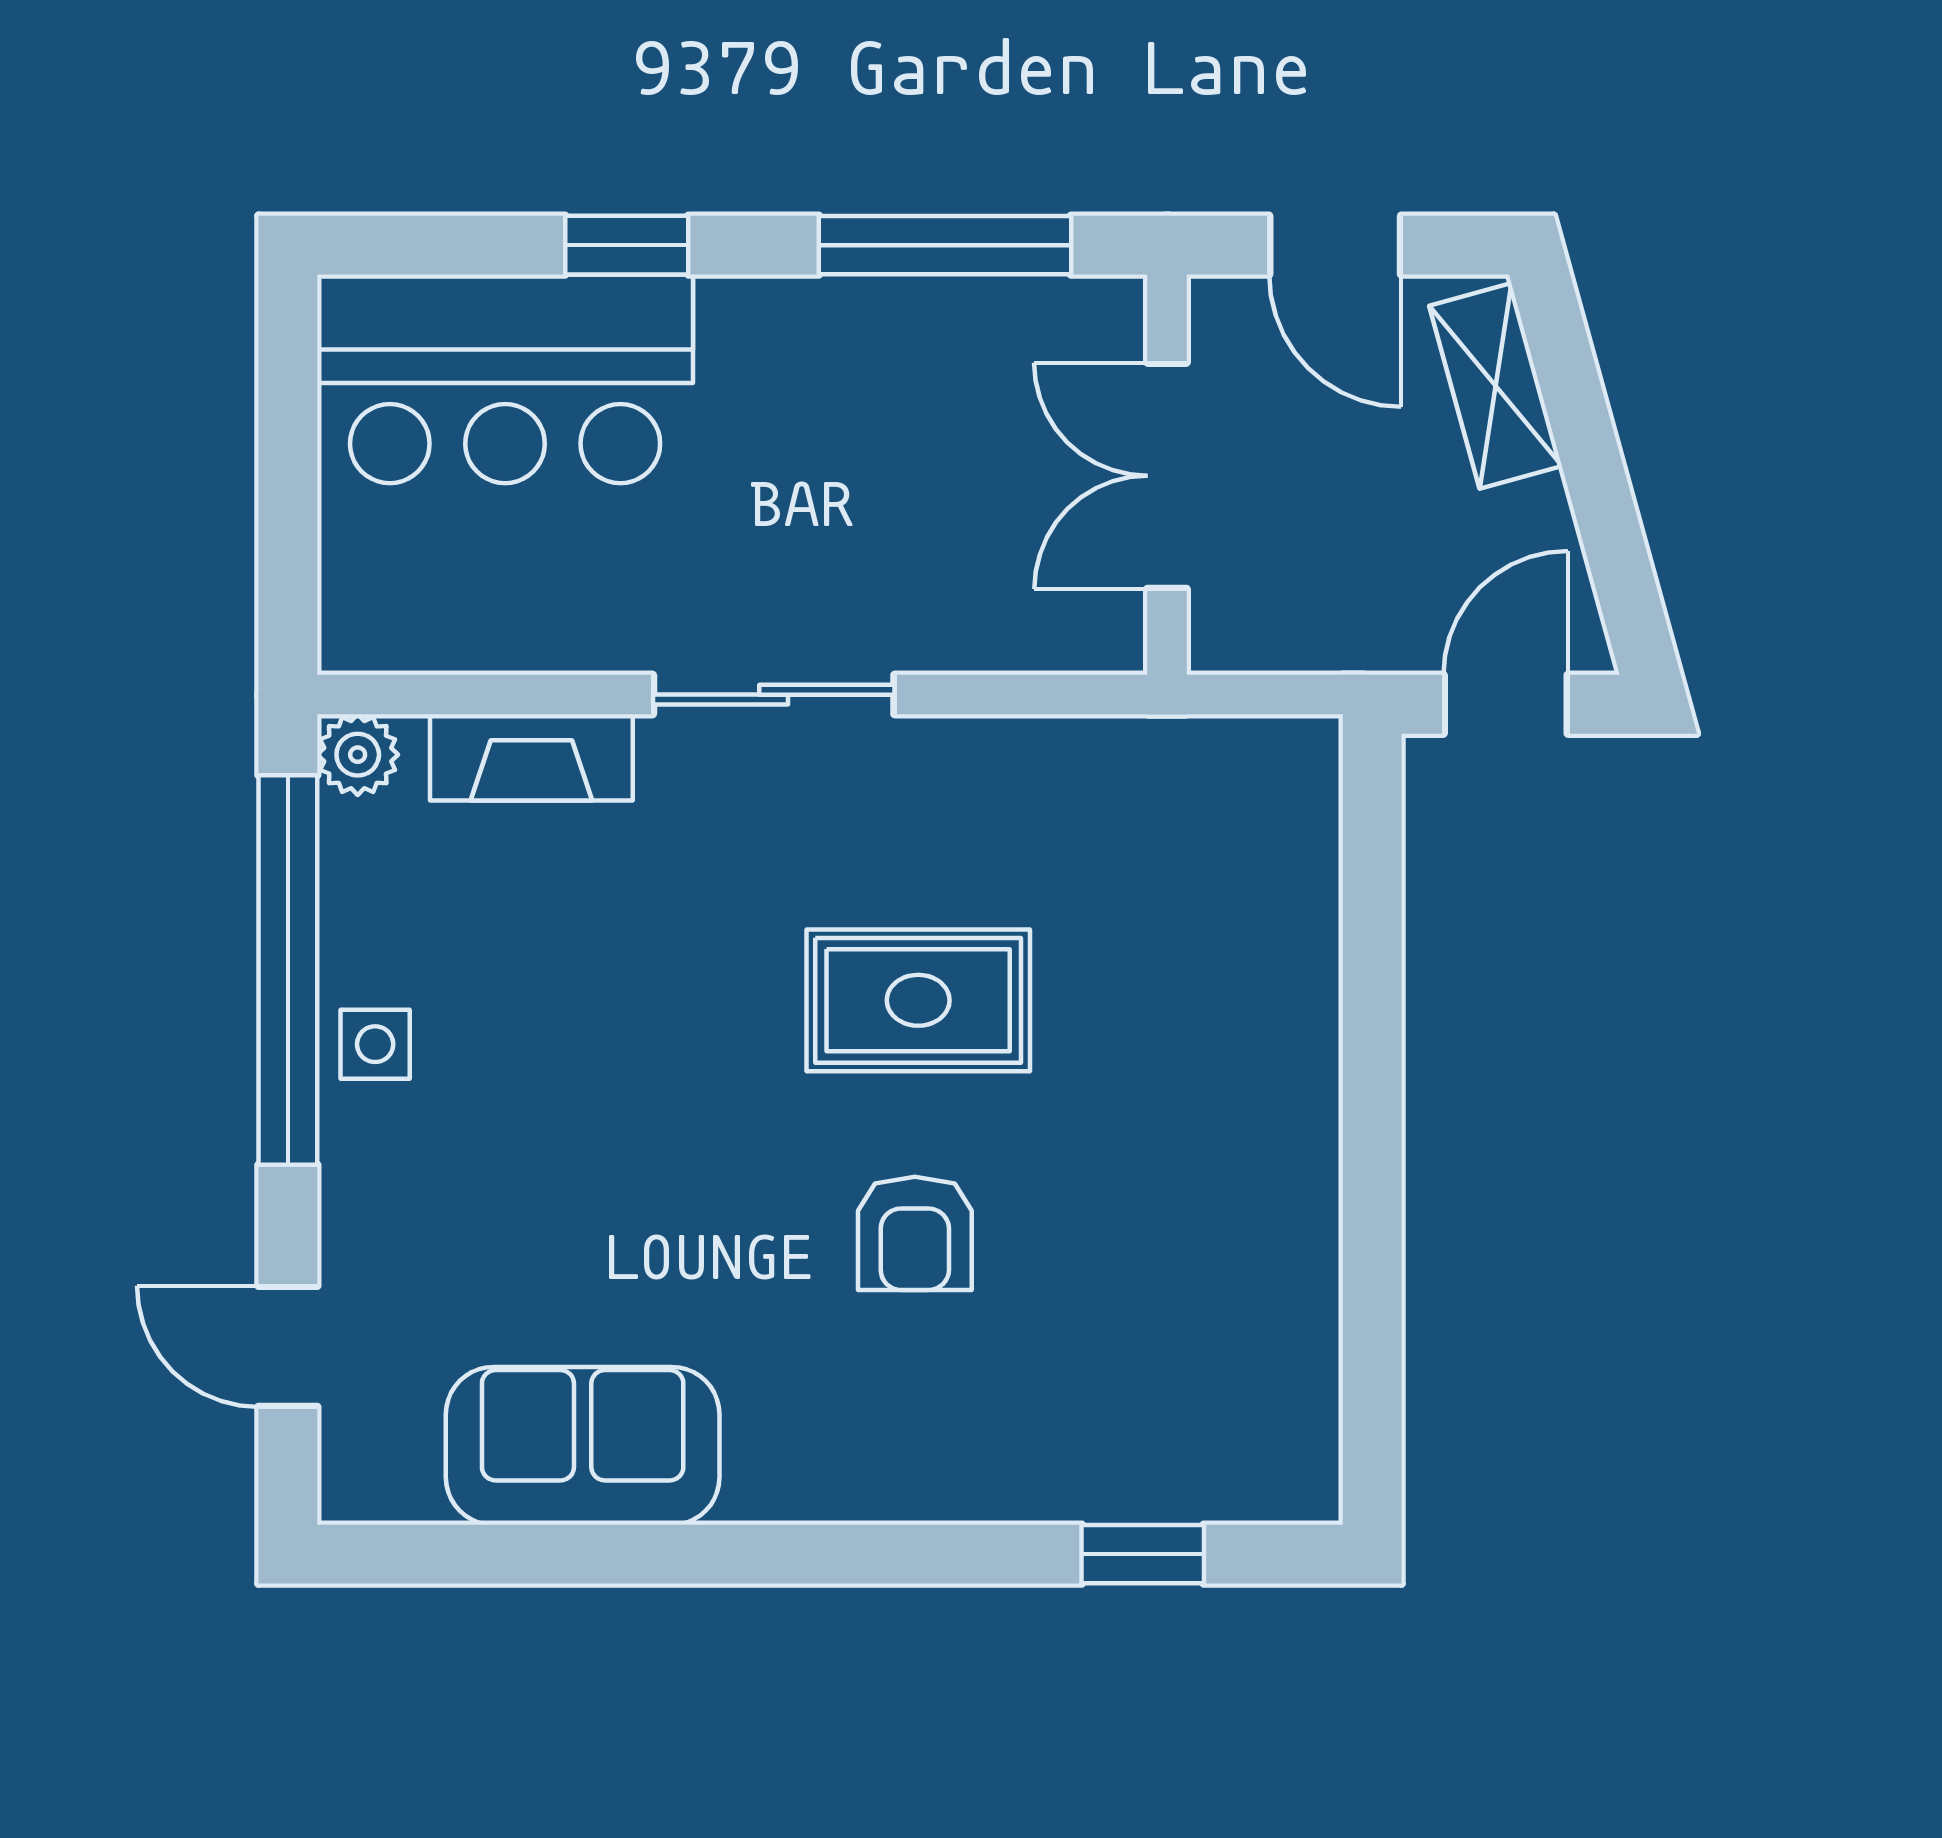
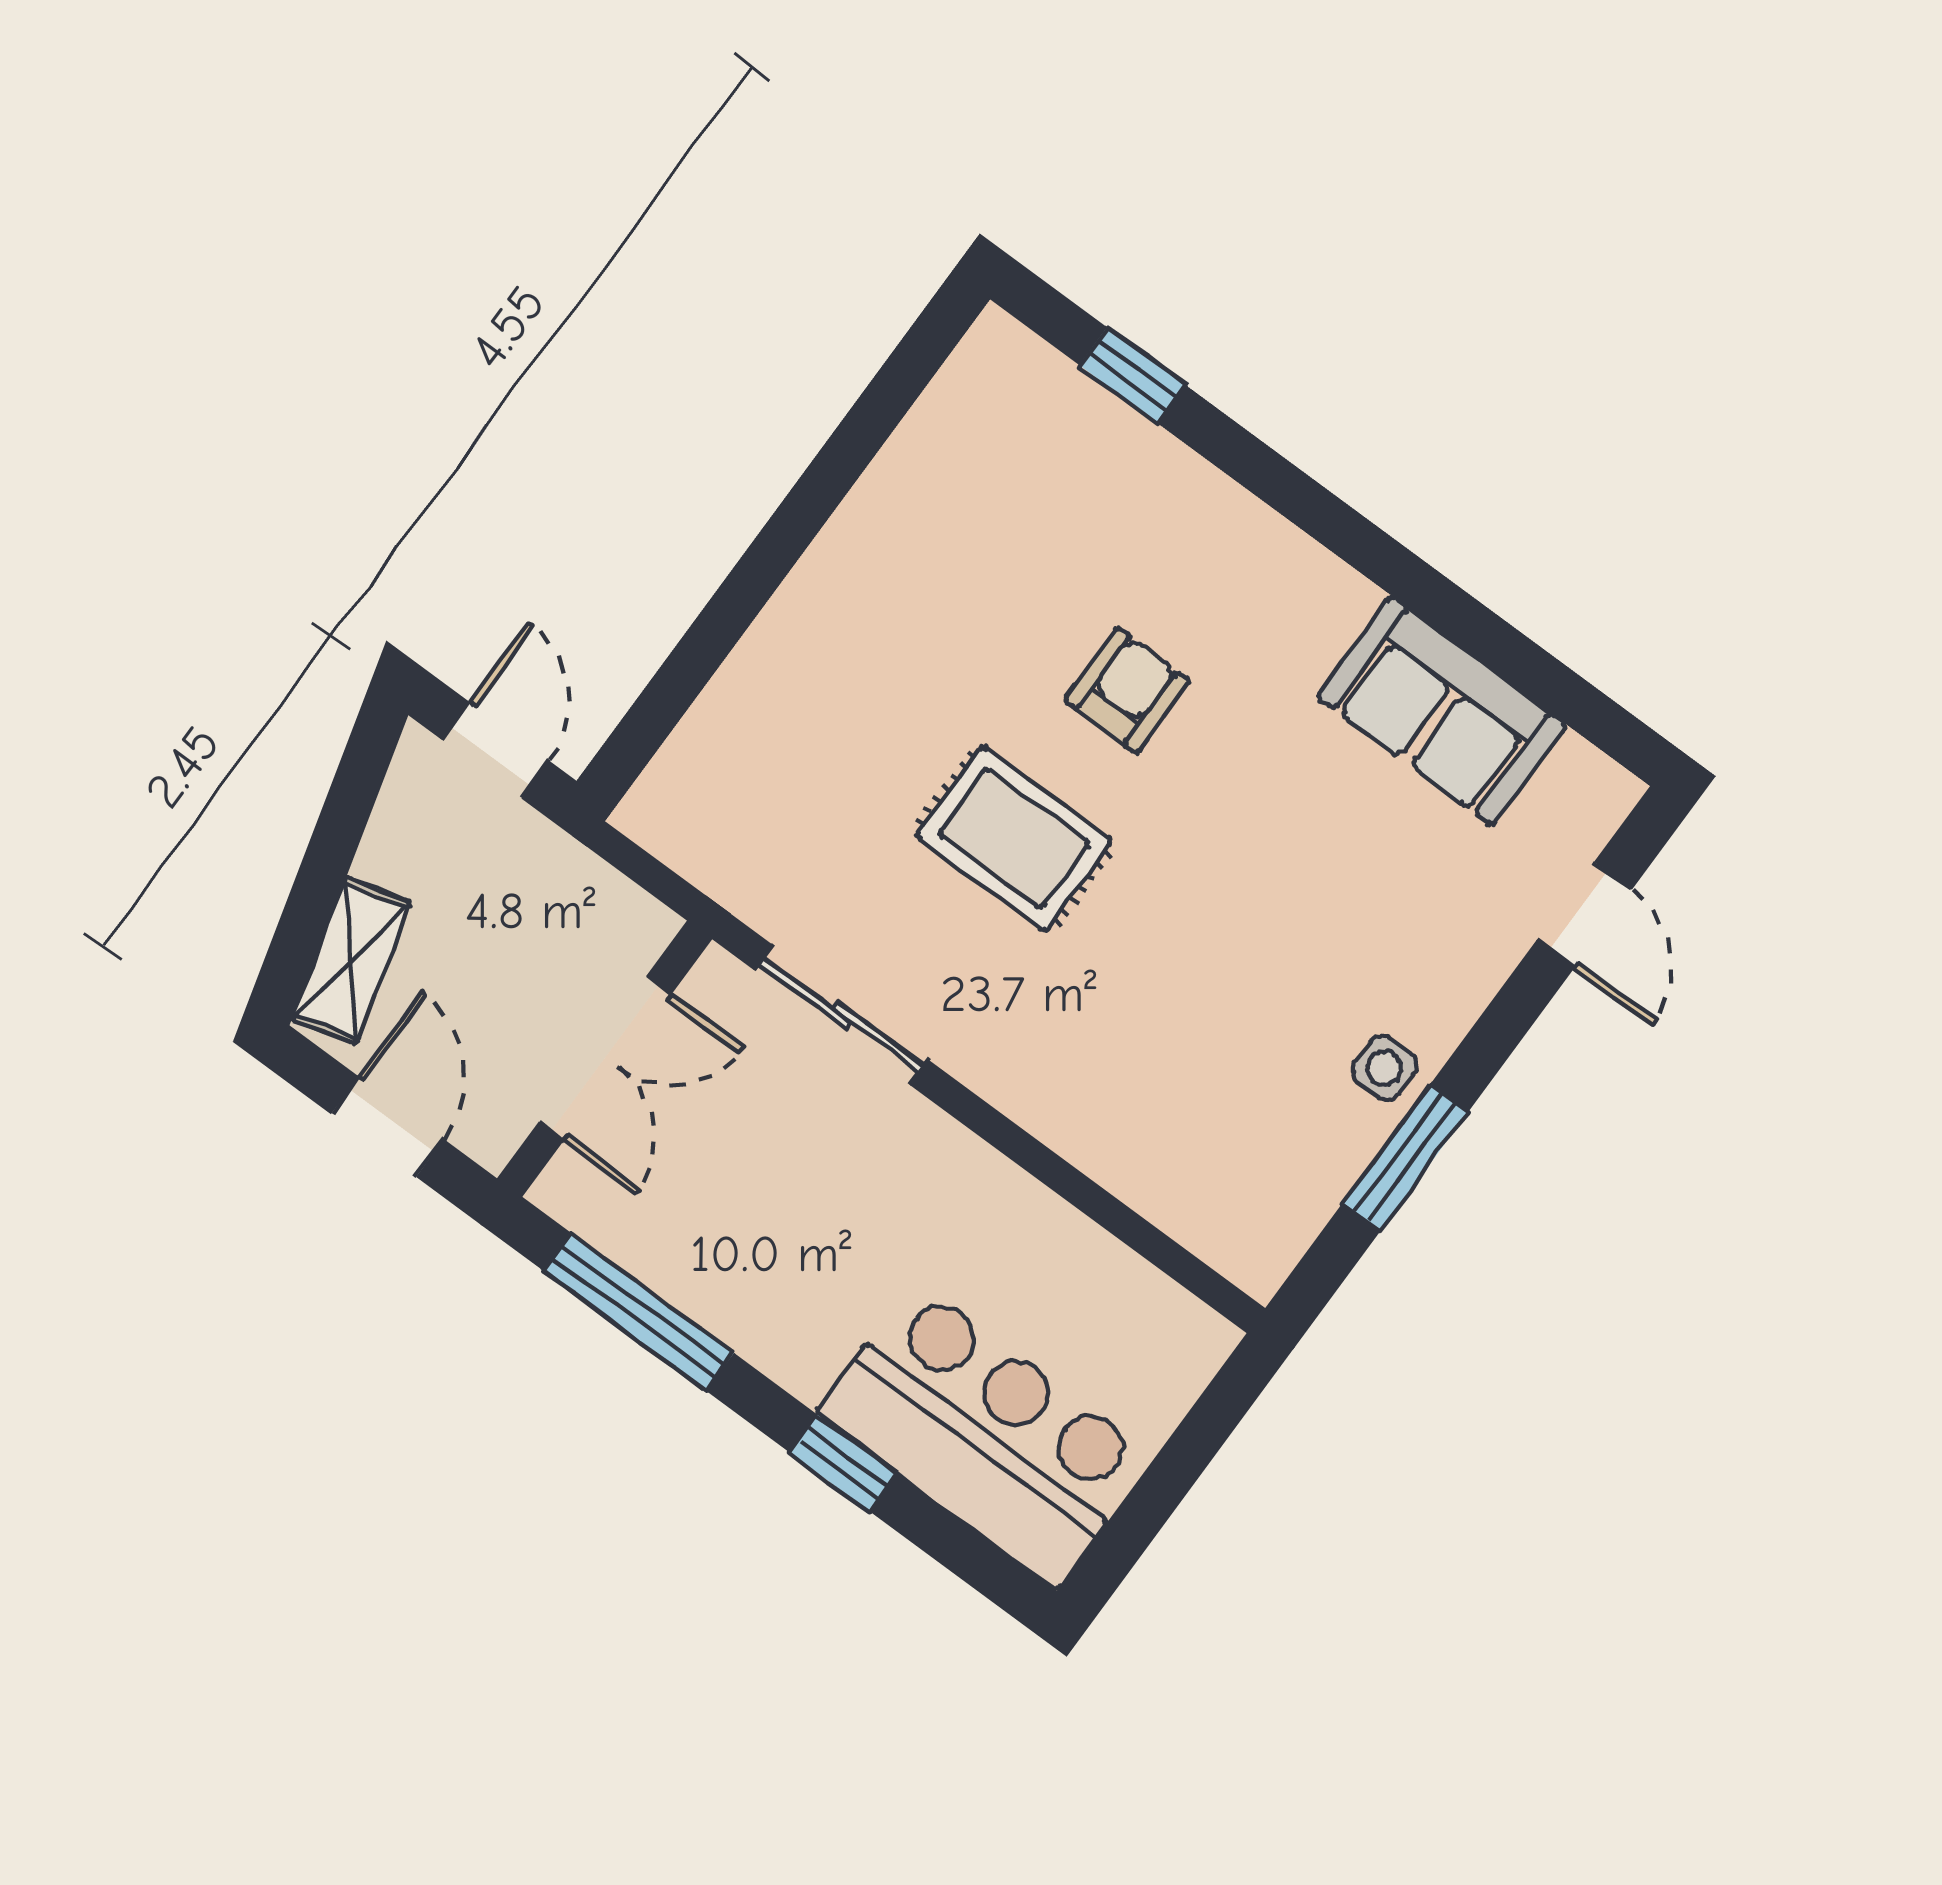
sliding door: (774, 695) -> (842, 1015), moved
door: (1506, 704) -> (496, 750), swing flipped
plant: (358, 755) -> (1258, 1263), removed
fireplace: (531, 757) -> (1148, 1179), removed
window: (288, 970) -> (1406, 1157), width x0.47

